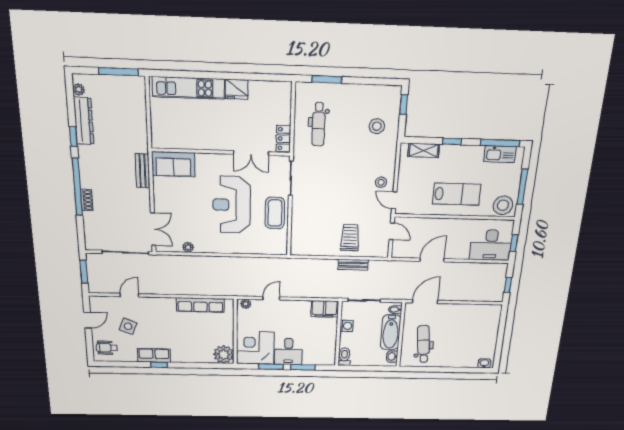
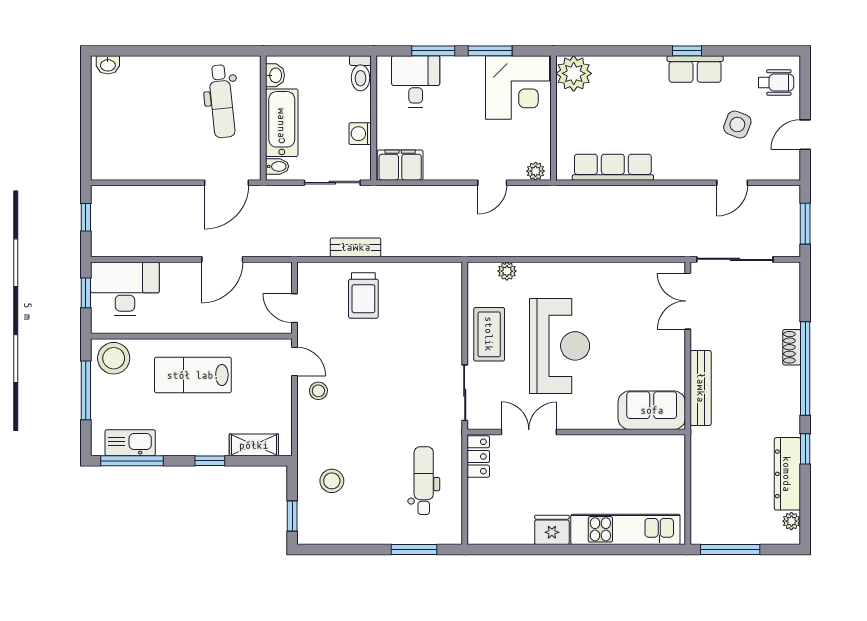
bench: (143, 171) -> (701, 388), width x1.36
plant: (188, 247) -> (507, 271), moved
desk: (288, 352) -> (416, 81), moved

